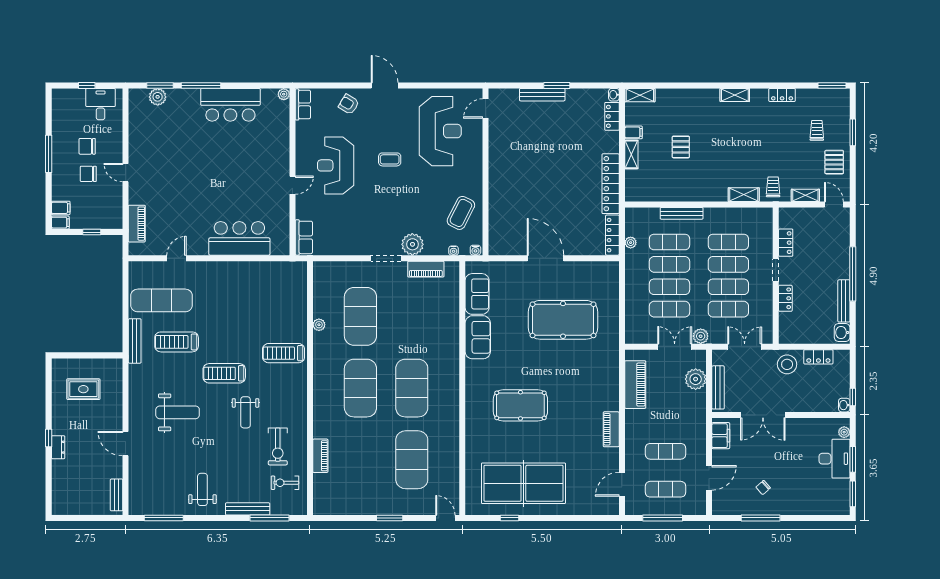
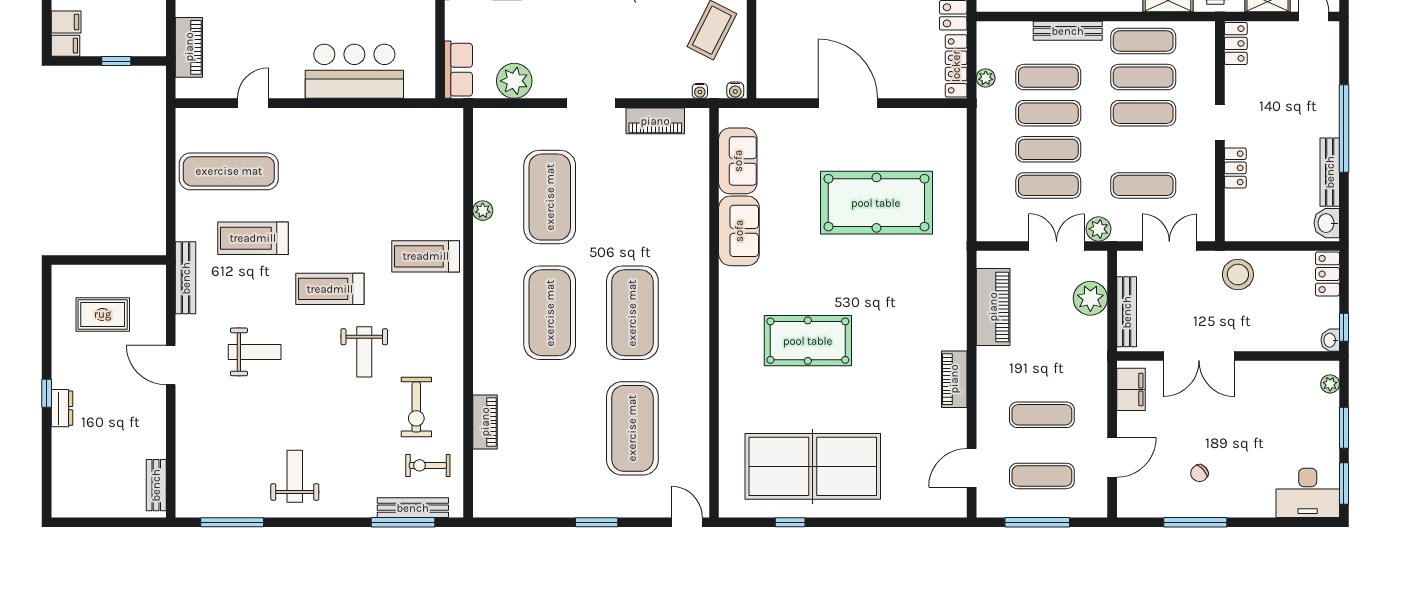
locker: (786, 243) -> (1236, 43), moved
plant: (412, 244) -> (514, 81), moved
exercise mat: (728, 287) -> (1143, 41), moved
bench: (135, 341) -> (186, 278), moved
locker: (818, 357) -> (1327, 274), moved, turned 90
weight bench: (178, 412) -> (255, 352), width x0.73, depth x0.75
door: (126, 444) -> (171, 365), moved
desk: (834, 459) -> (1308, 493), moved, turned 90
bench: (248, 509) -> (413, 508), moved

